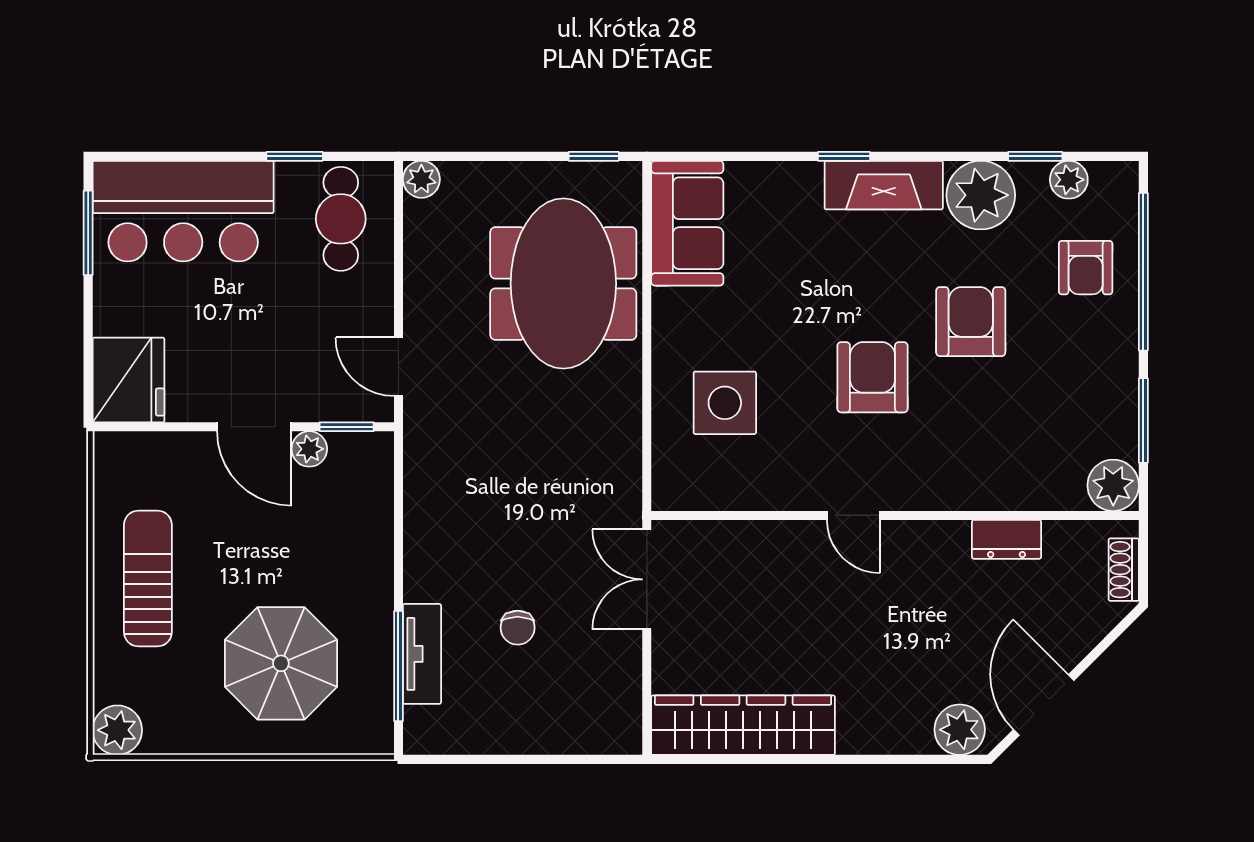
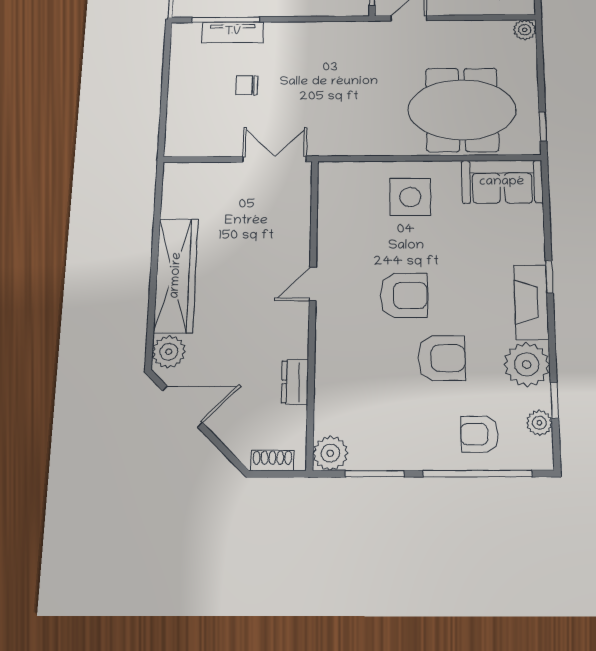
side table: (725, 403) -> (410, 197), moved
wardrobe: (743, 725) -> (176, 275), moved

